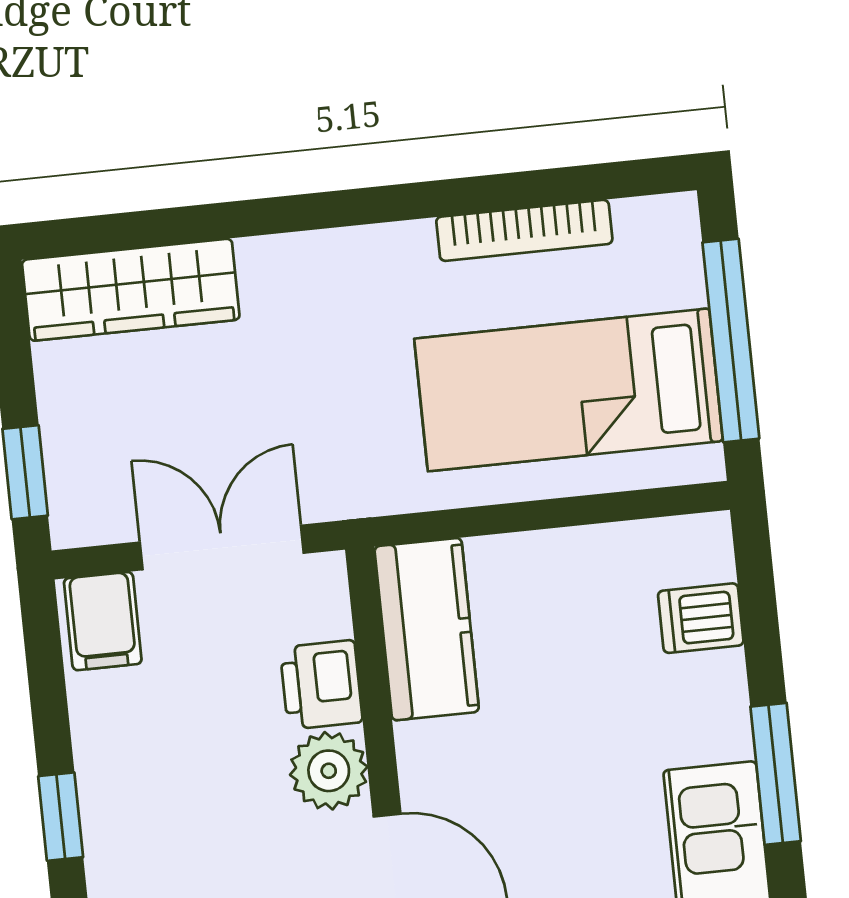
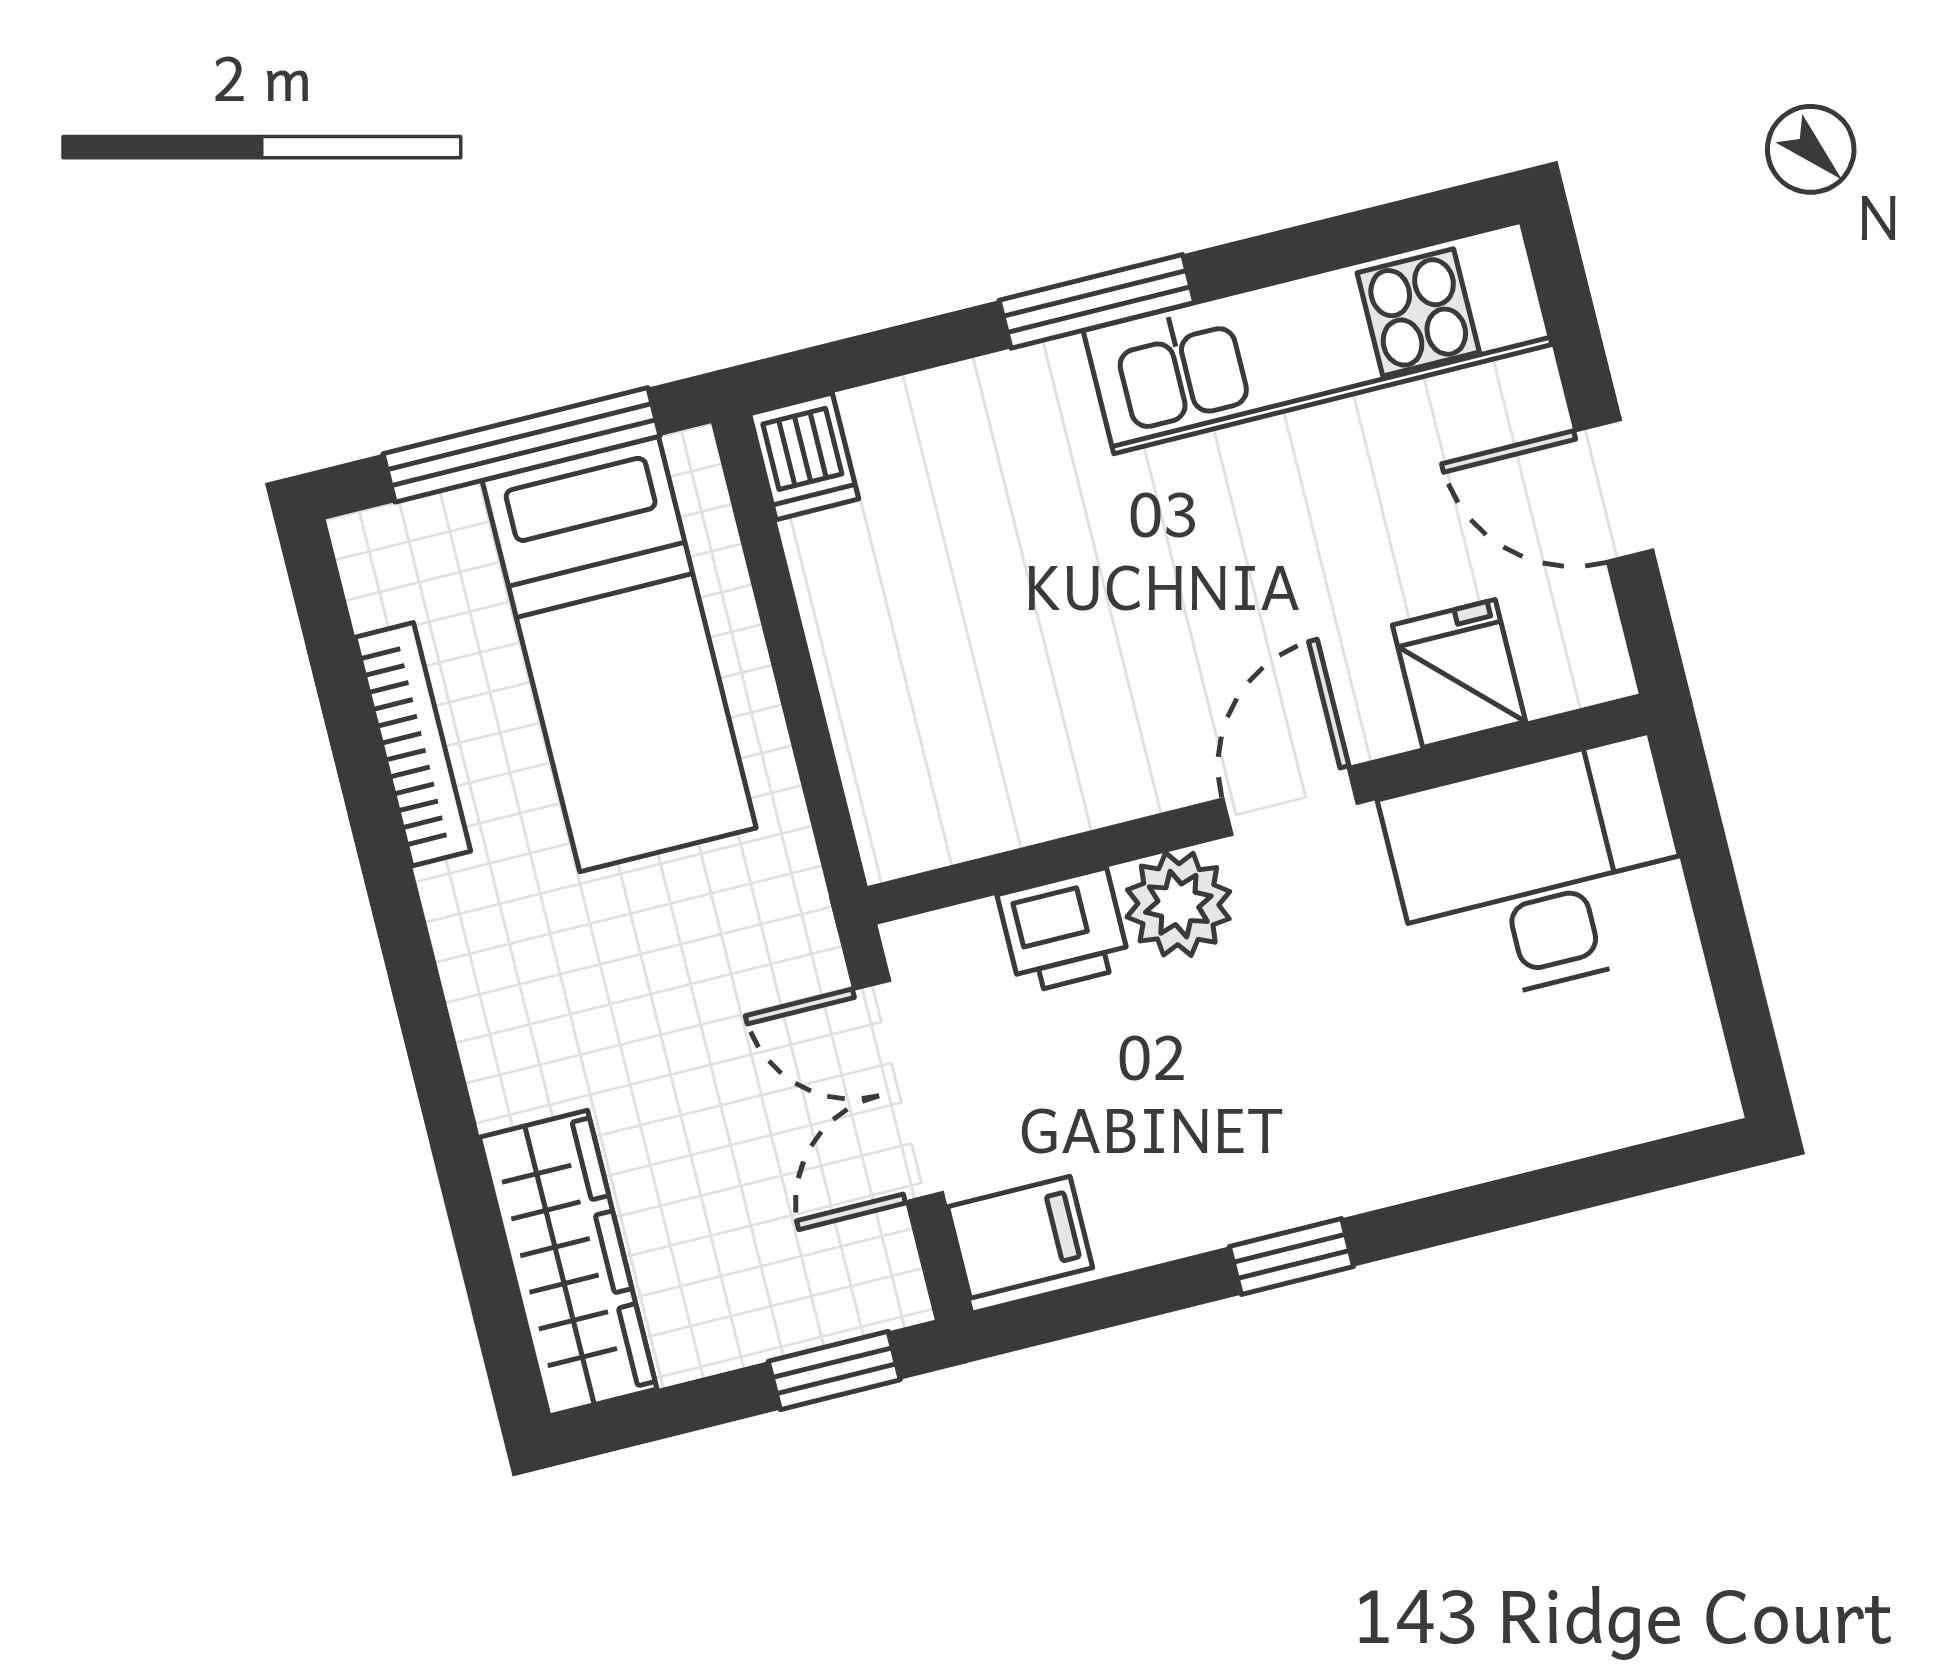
dishwasher: (701, 618) -> (804, 456), moved
kitchen counter: (427, 629) -> (969, 799), removed

